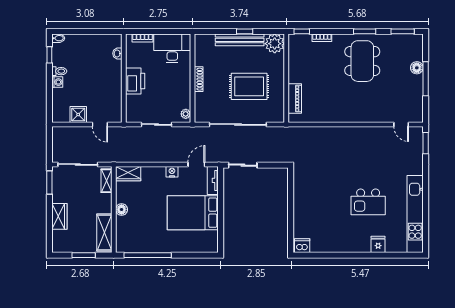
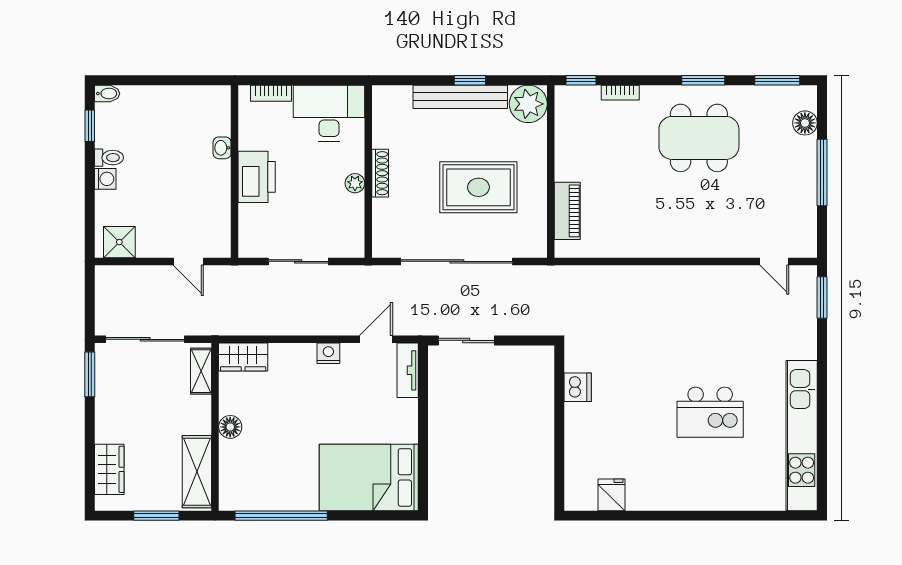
washbasin: (117, 53) -> (222, 148), moved
dining table: (362, 61) -> (699, 138), turned 90
floor lamp: (417, 68) -> (805, 123), moved
plant: (186, 114) -> (355, 183), moved
shower: (78, 115) -> (119, 242), moved
bed: (193, 213) -> (369, 477), moved
wardrobe: (59, 216) -> (109, 469), moved
fridge: (378, 244) -> (612, 495), moved
dishwasher: (302, 246) -> (578, 387), moved, turned 90

